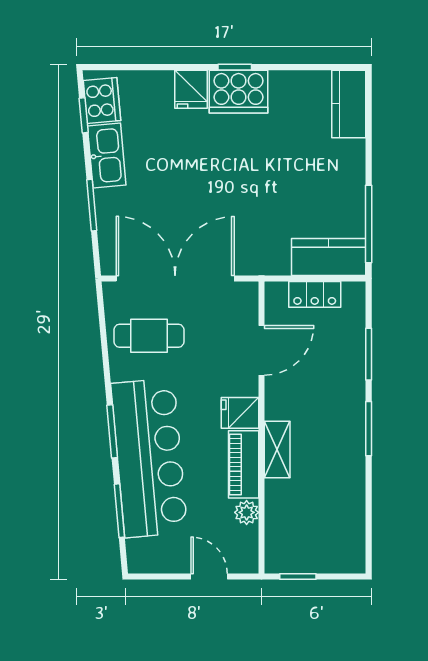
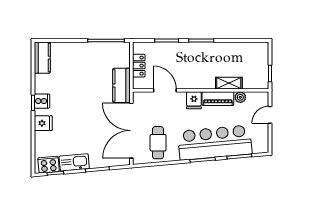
cooker: (239, 92) -> (42, 101), width x0.53, depth x0.76
kitchen counter: (349, 104) -> (42, 58), moved, turned -90
kitchen counter: (329, 257) -> (121, 85), moved
shelving: (277, 449) -> (229, 83), moved

